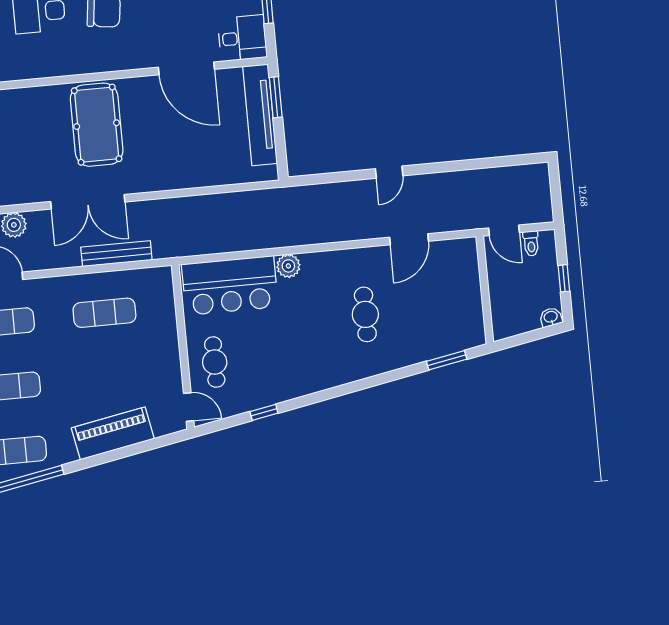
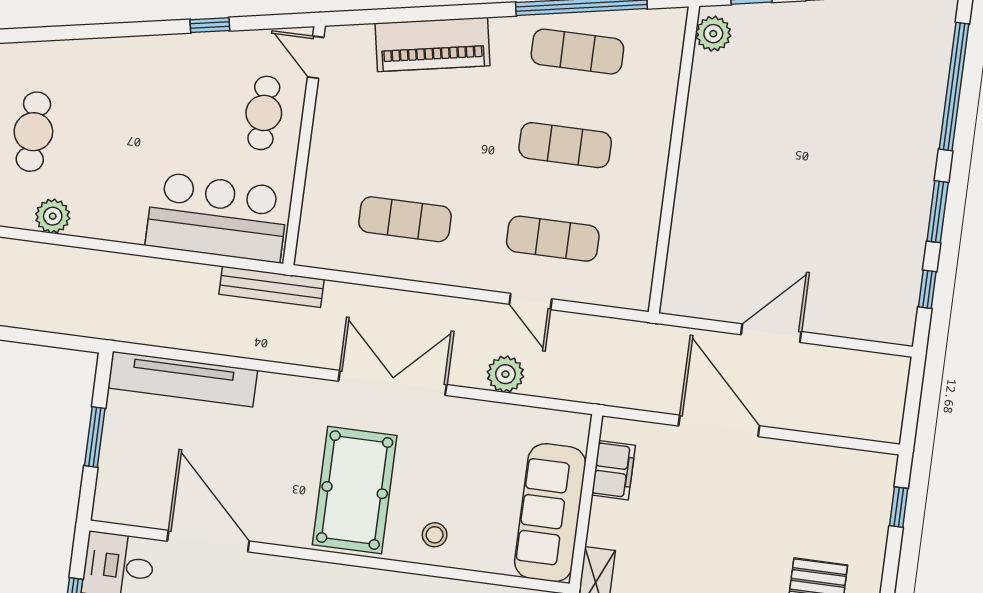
window: (276, 97) -> (95, 437), moved
stool: (37, 107) -> (435, 535), added
tv unit: (260, 115) -> (183, 379), moved, turned 90
bench: (116, 254) -> (271, 287), moved
plant: (288, 266) -> (53, 216), moved

